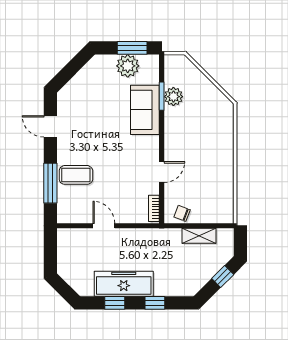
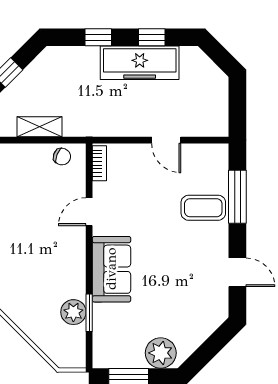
plant: (128, 66) -> (161, 353), moved
sofa: (145, 110) -> (111, 269), moved

